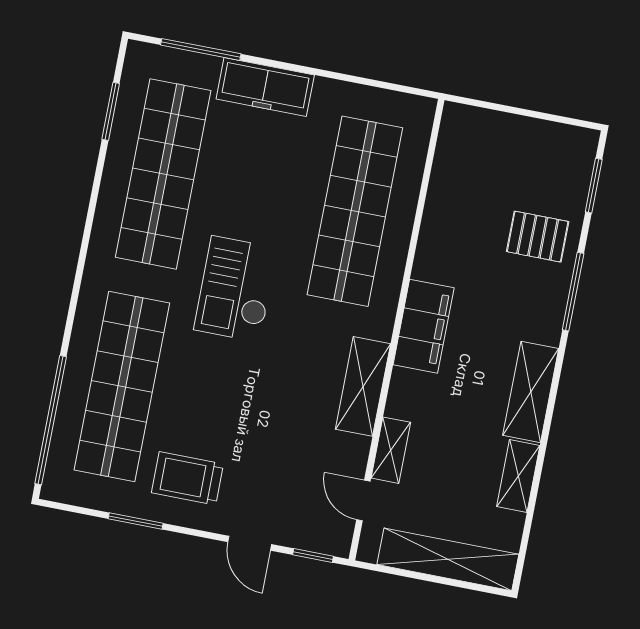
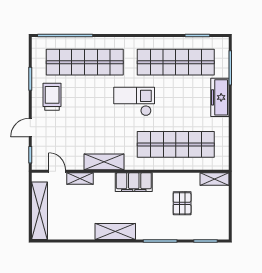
pallet: (538, 237) -> (182, 203), moved
shelving: (518, 476) -> (214, 179), moved
door: (363, 500) -> (57, 171), hinge flipped

